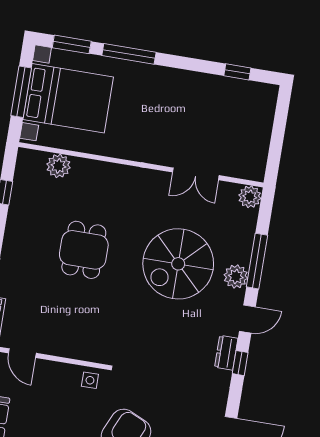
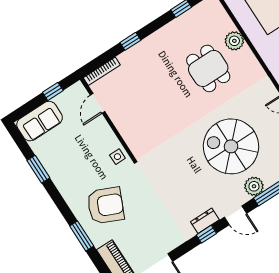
plant: (58, 166) -> (234, 41), moved
dining table: (84, 250) -> (208, 68), moved, turned 90

